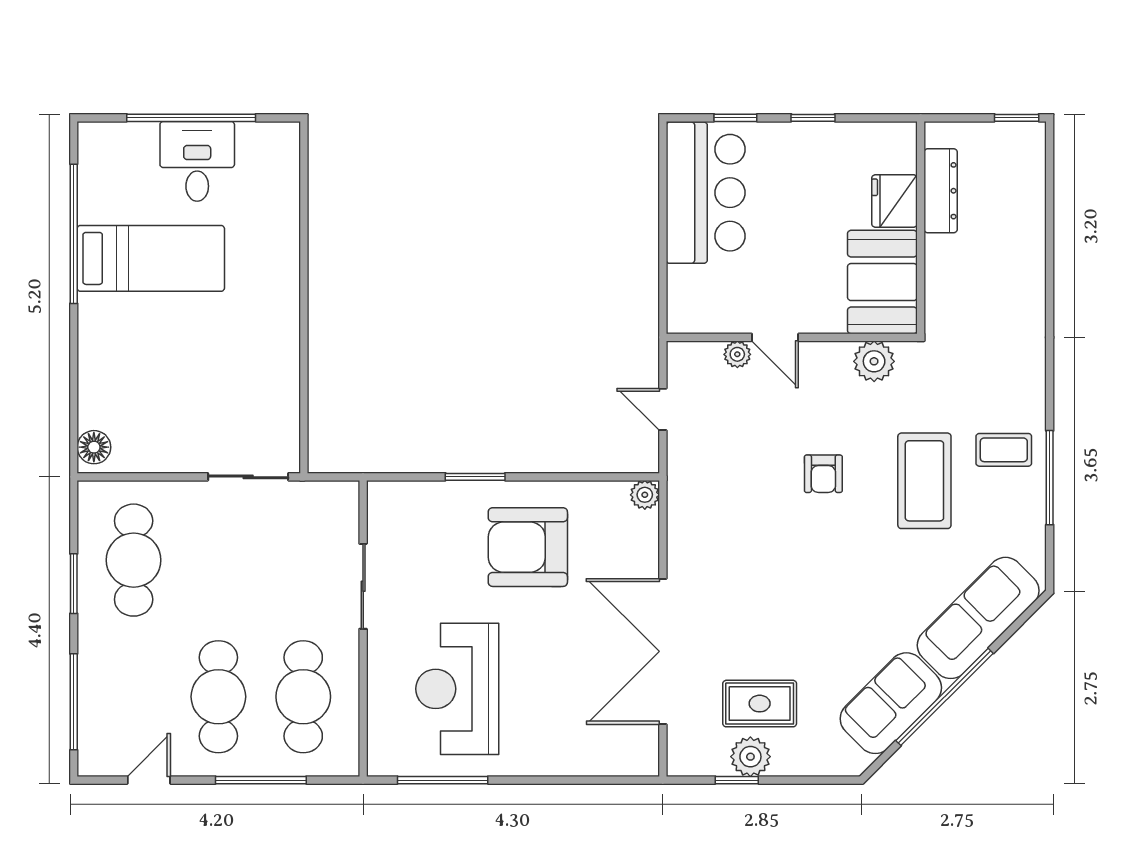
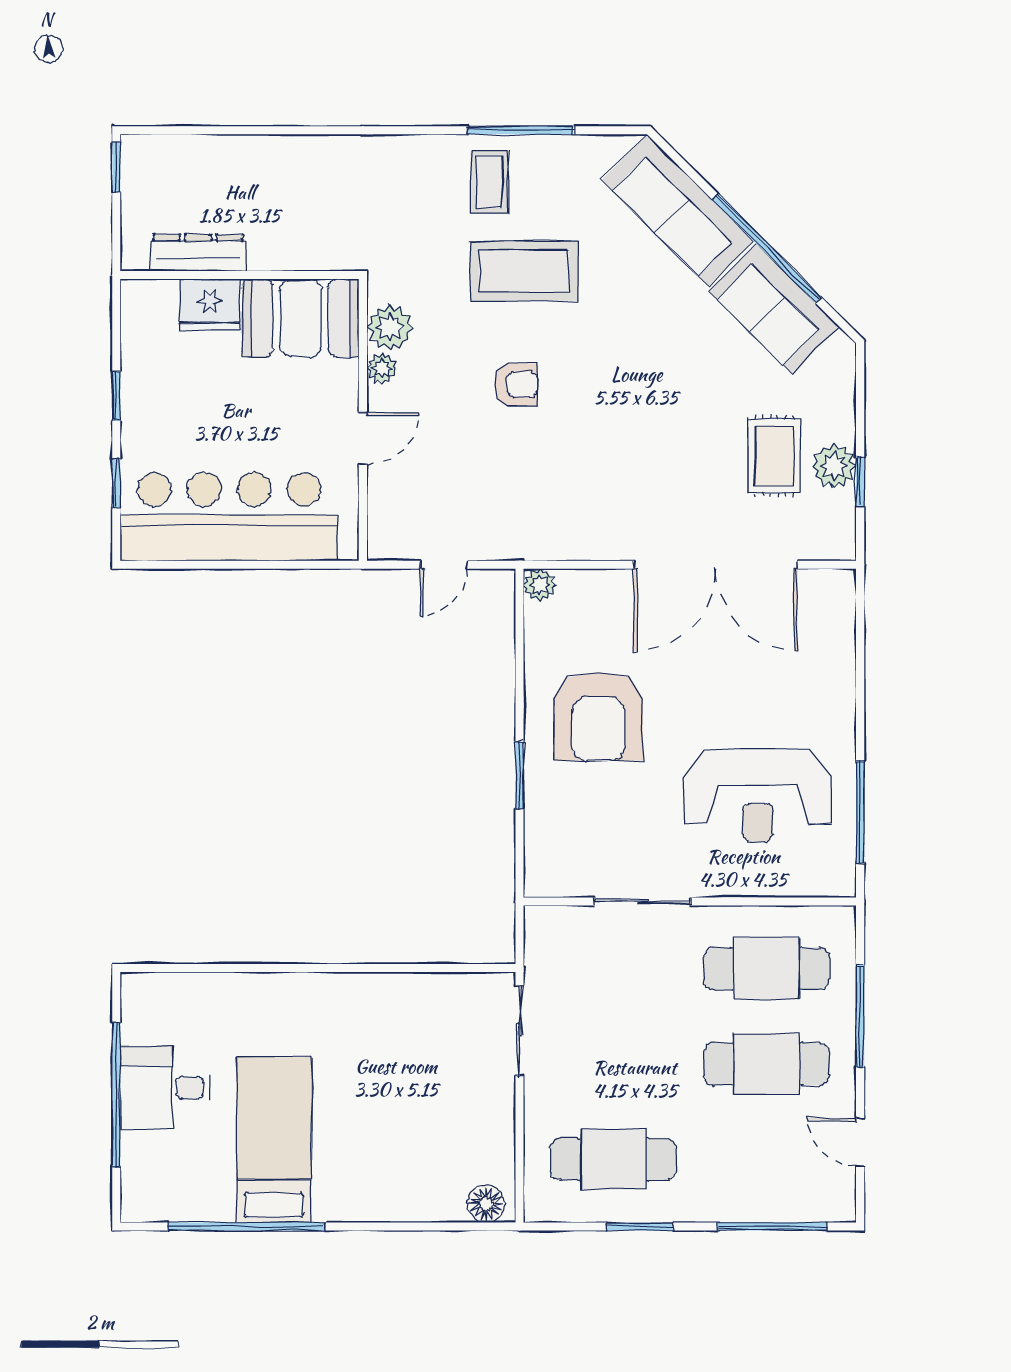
bar counter: (706, 193) -> (229, 517), width x1.36
plant: (737, 354) -> (382, 369), moved

